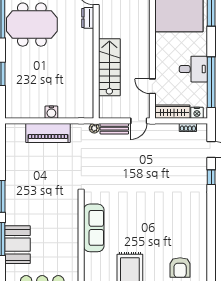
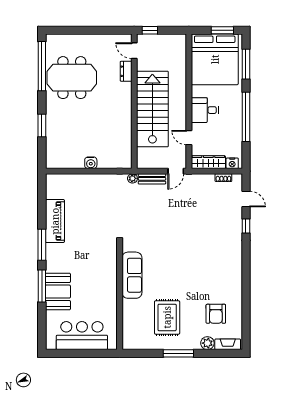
stairs: (109, 67) -> (152, 109), width x1.36, depth x1.51
desk: (193, 69) -> (205, 110), moved, turned 180
window: (211, 82) -> (246, 117), moved
piano: (48, 133) -> (55, 221), moved, turned -90

